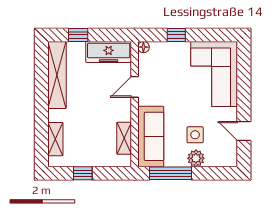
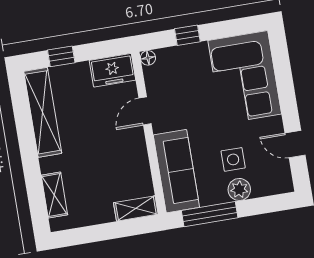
freezer: (109, 52) -> (113, 70), width x0.71
shelving: (124, 138) -> (136, 208), moved, turned 90
window: (83, 173) -> (97, 233), removed

